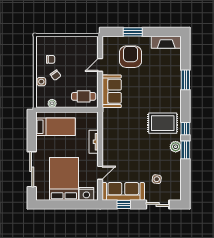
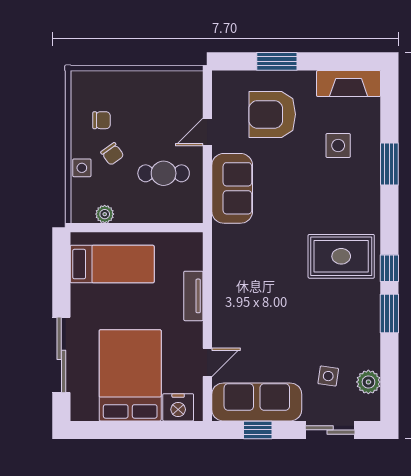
armchair: (131, 57) -> (272, 114), turned -90
side table: (161, 71) -> (338, 146), added
cafe table: (84, 96) -> (164, 173), moved
plant: (176, 147) -> (368, 382), moved

